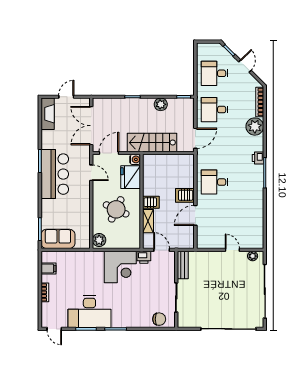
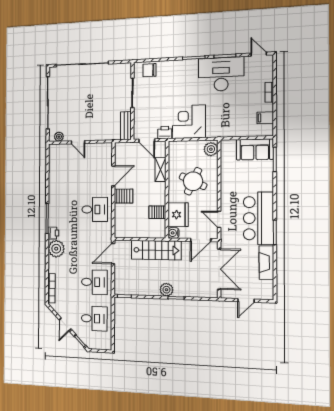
plant: (161, 104) -> (166, 290), moved
fireplace: (48, 114) -> (266, 263), moved
plant: (255, 127) -> (56, 249), moved
server rack: (151, 202) -> (157, 212), moved

